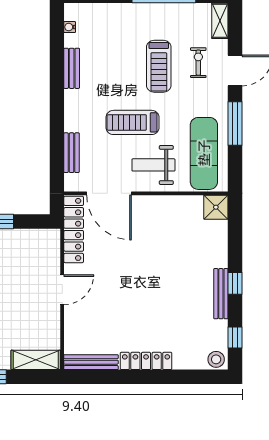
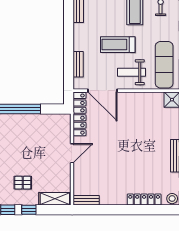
locker: (146, 361) -> (144, 200), moved
bench: (91, 362) -> (86, 200), width x0.73

